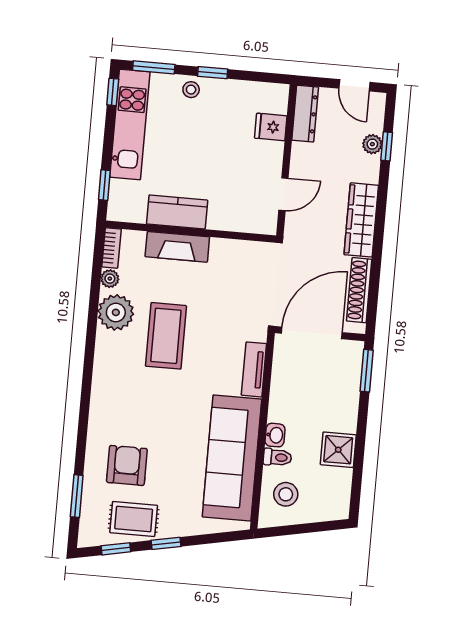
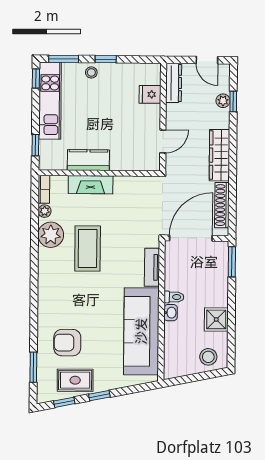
toilet: (277, 457) -> (174, 297), moved
armchair: (127, 465) -> (67, 343), turned -90
stool: (286, 494) -> (208, 357), moved

